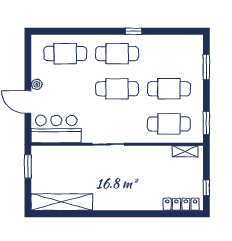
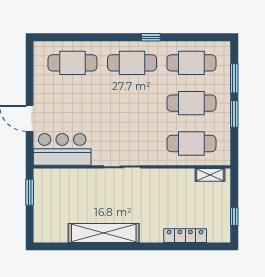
plant: (37, 84) -> (40, 98), removed
cafe table: (117, 89) -> (191, 63), moved
window: (206, 123) -> (234, 114), moved
shelving: (62, 202) -> (104, 233), moved
locker: (181, 204) -> (185, 236), moved

